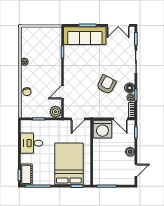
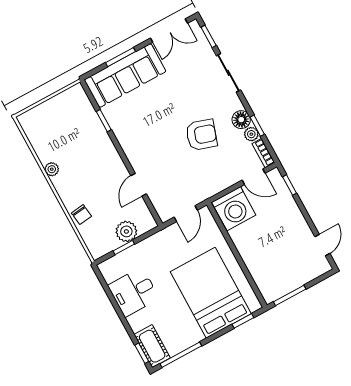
armchair: (106, 85) -> (201, 135), turned 80
plant: (55, 112) -> (126, 231), moved
boiler: (130, 152) -> (297, 221), removed

